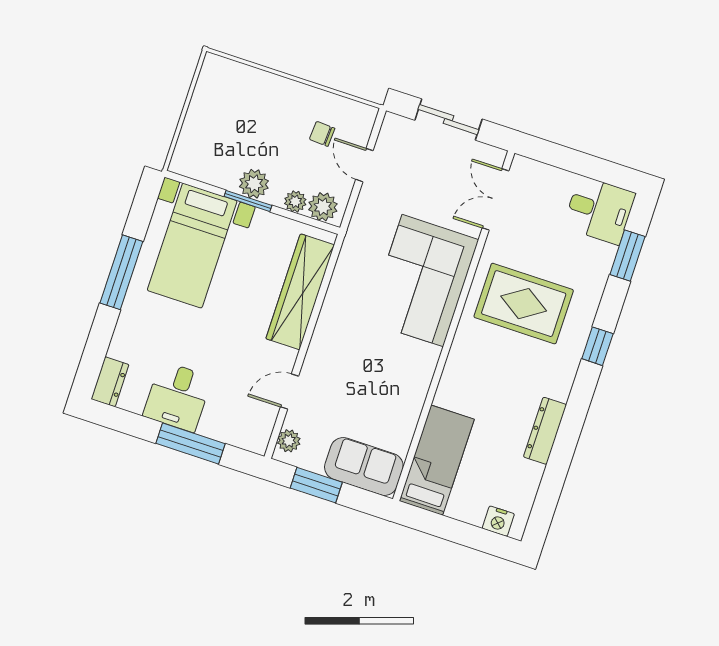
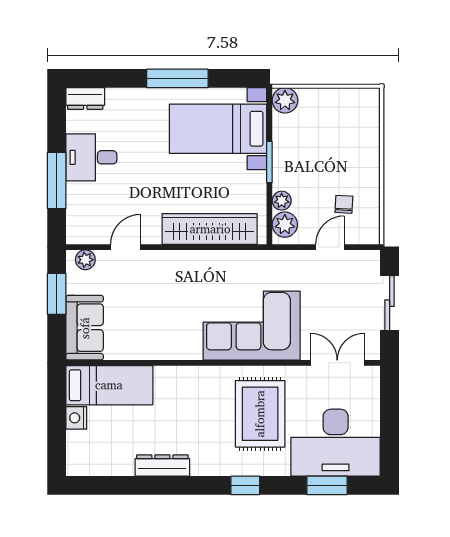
plant: (254, 184) -> (285, 100), moved
desk: (599, 210) -> (336, 443), width x1.87, depth x1.30
door: (289, 392) -> (126, 247), hinge flipped
nightstand: (498, 521) -> (76, 418), moved

